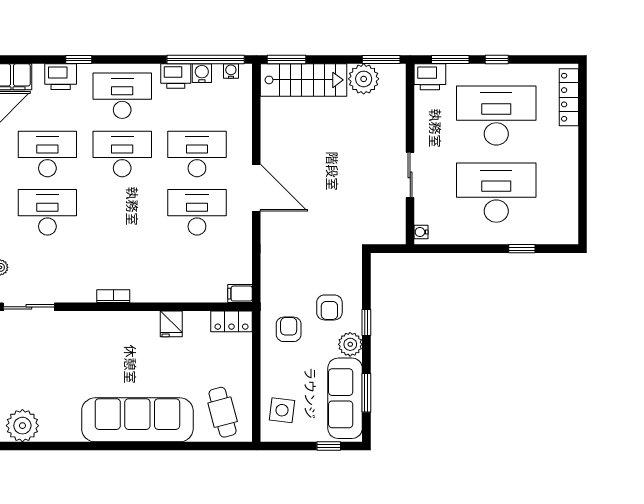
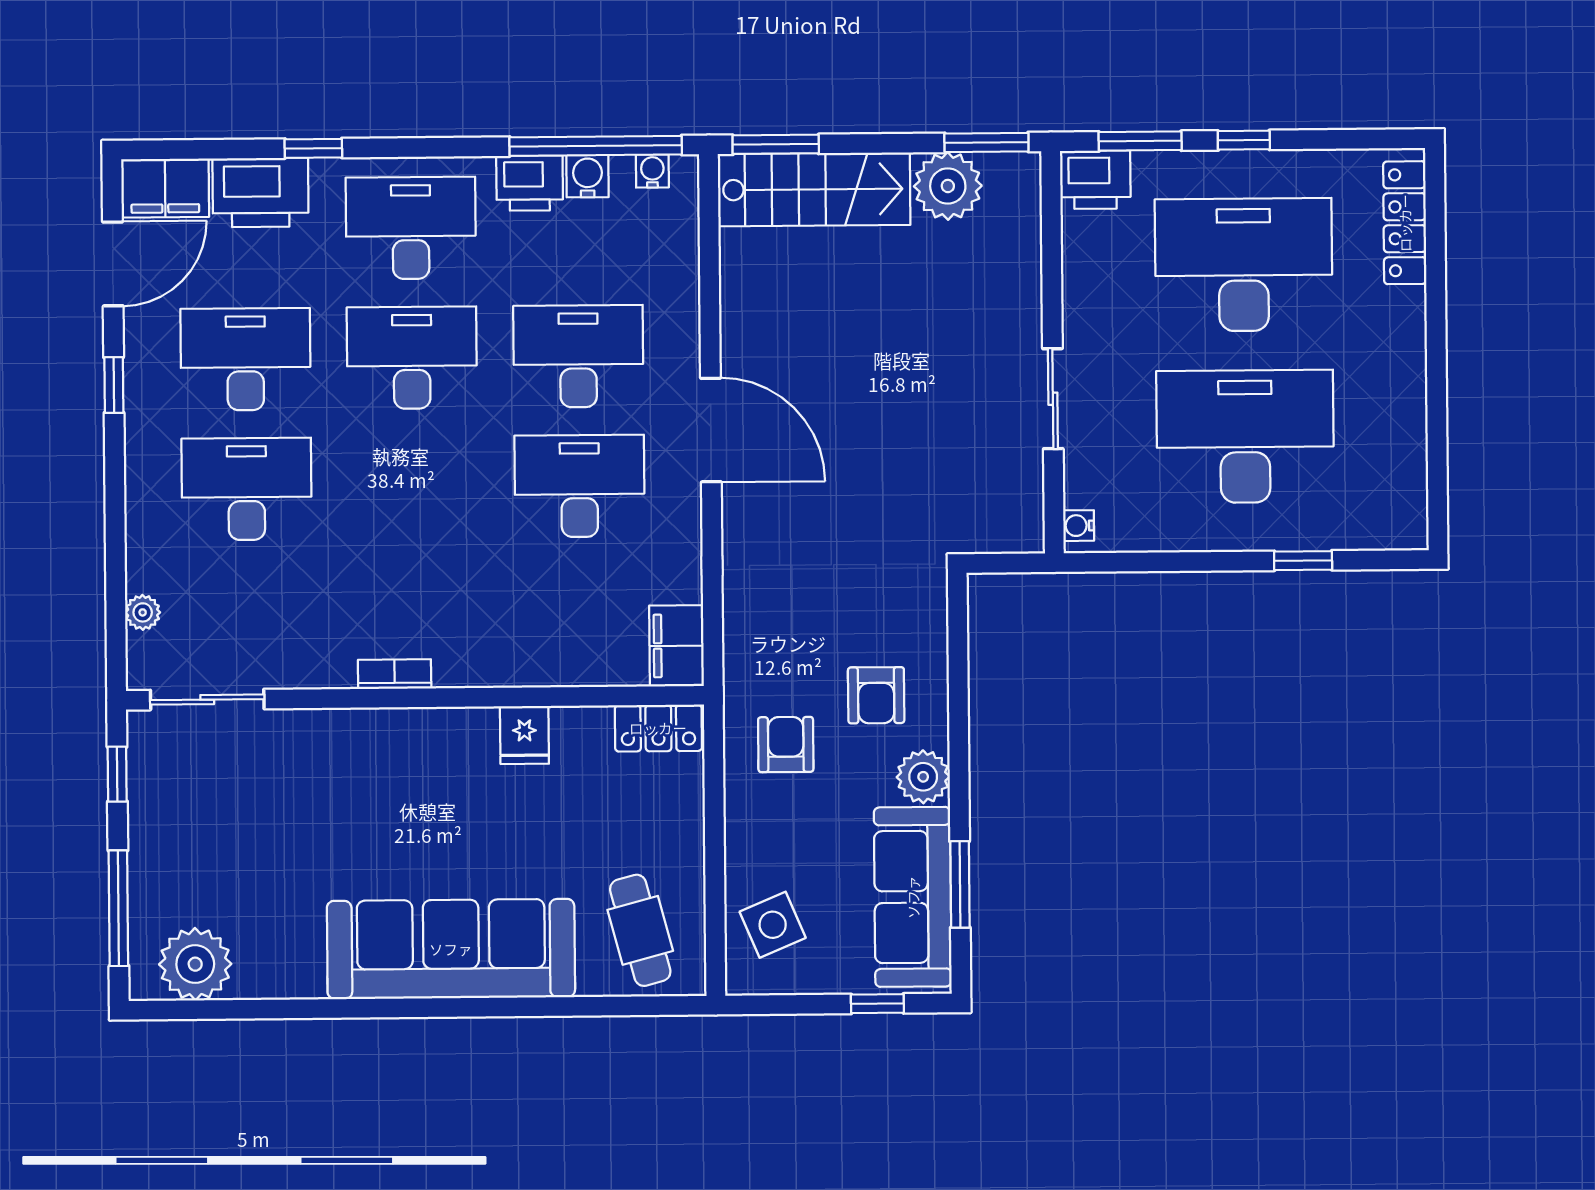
printer: (61, 77) -> (260, 192), width x1.37, depth x1.19
filing cabinet: (240, 294) -> (677, 646), width x2.00
window: (366, 323) -> (959, 728), removed
side table: (282, 410) -> (773, 925), turned -30

